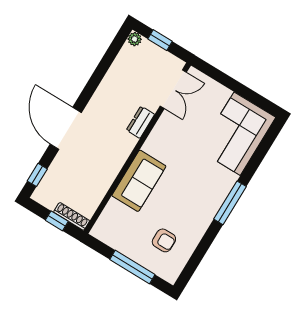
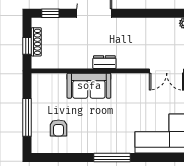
dresser: (140, 122) -> (104, 62), moved
shoe rack: (72, 216) -> (36, 42), moved

